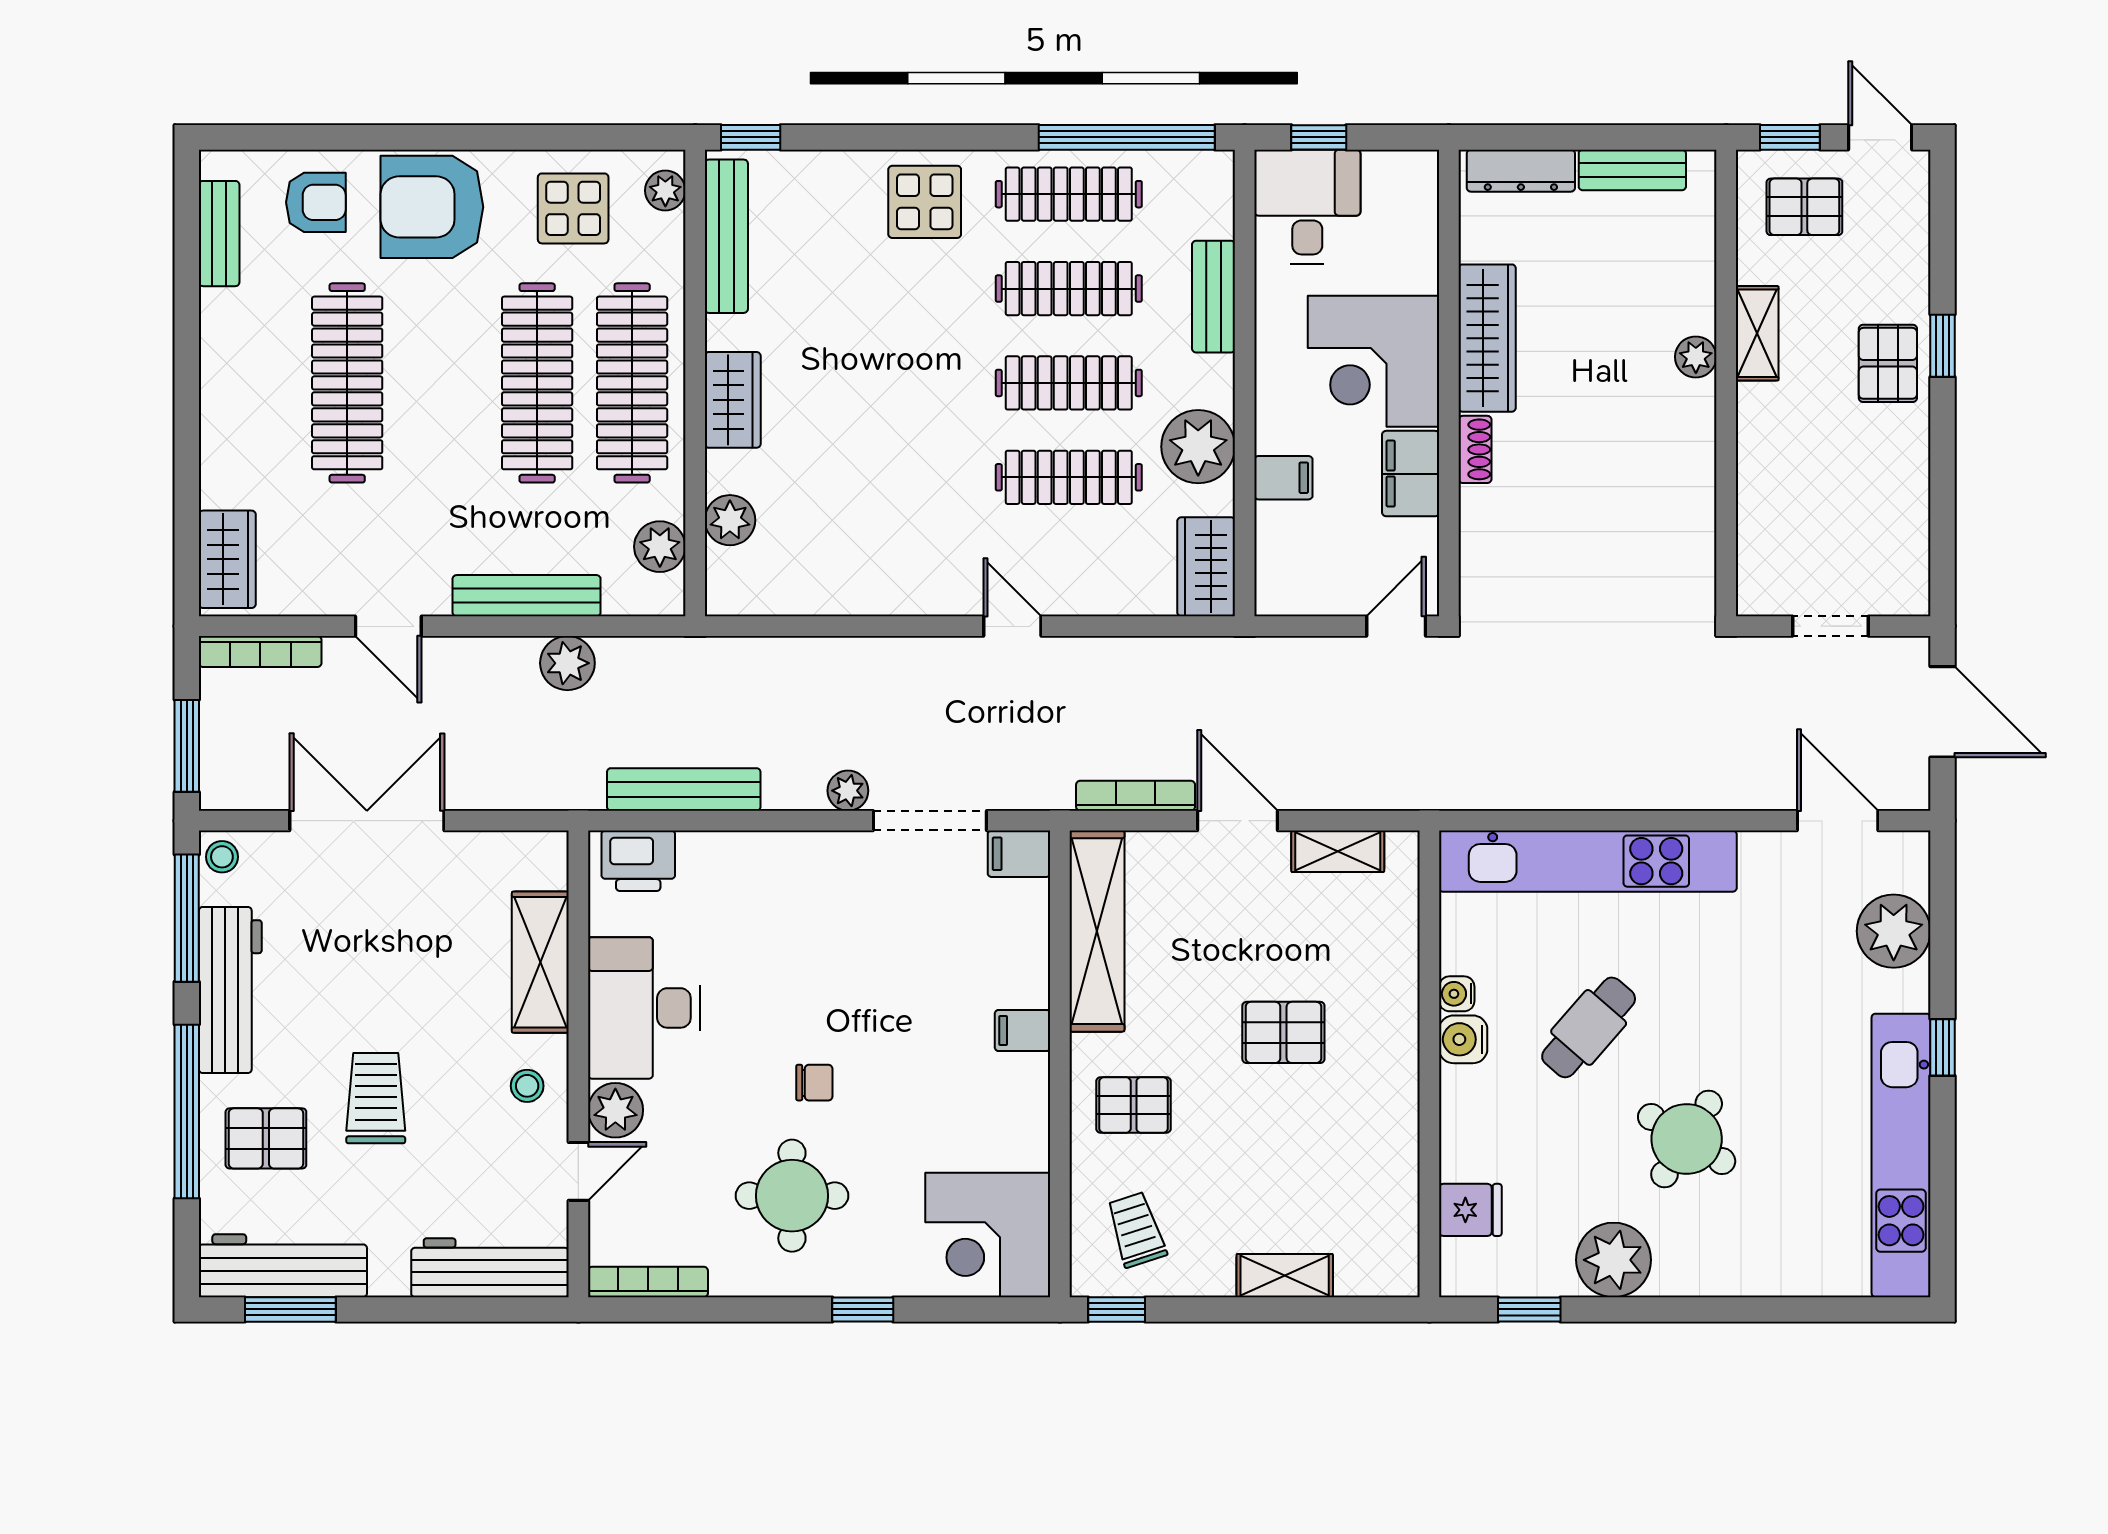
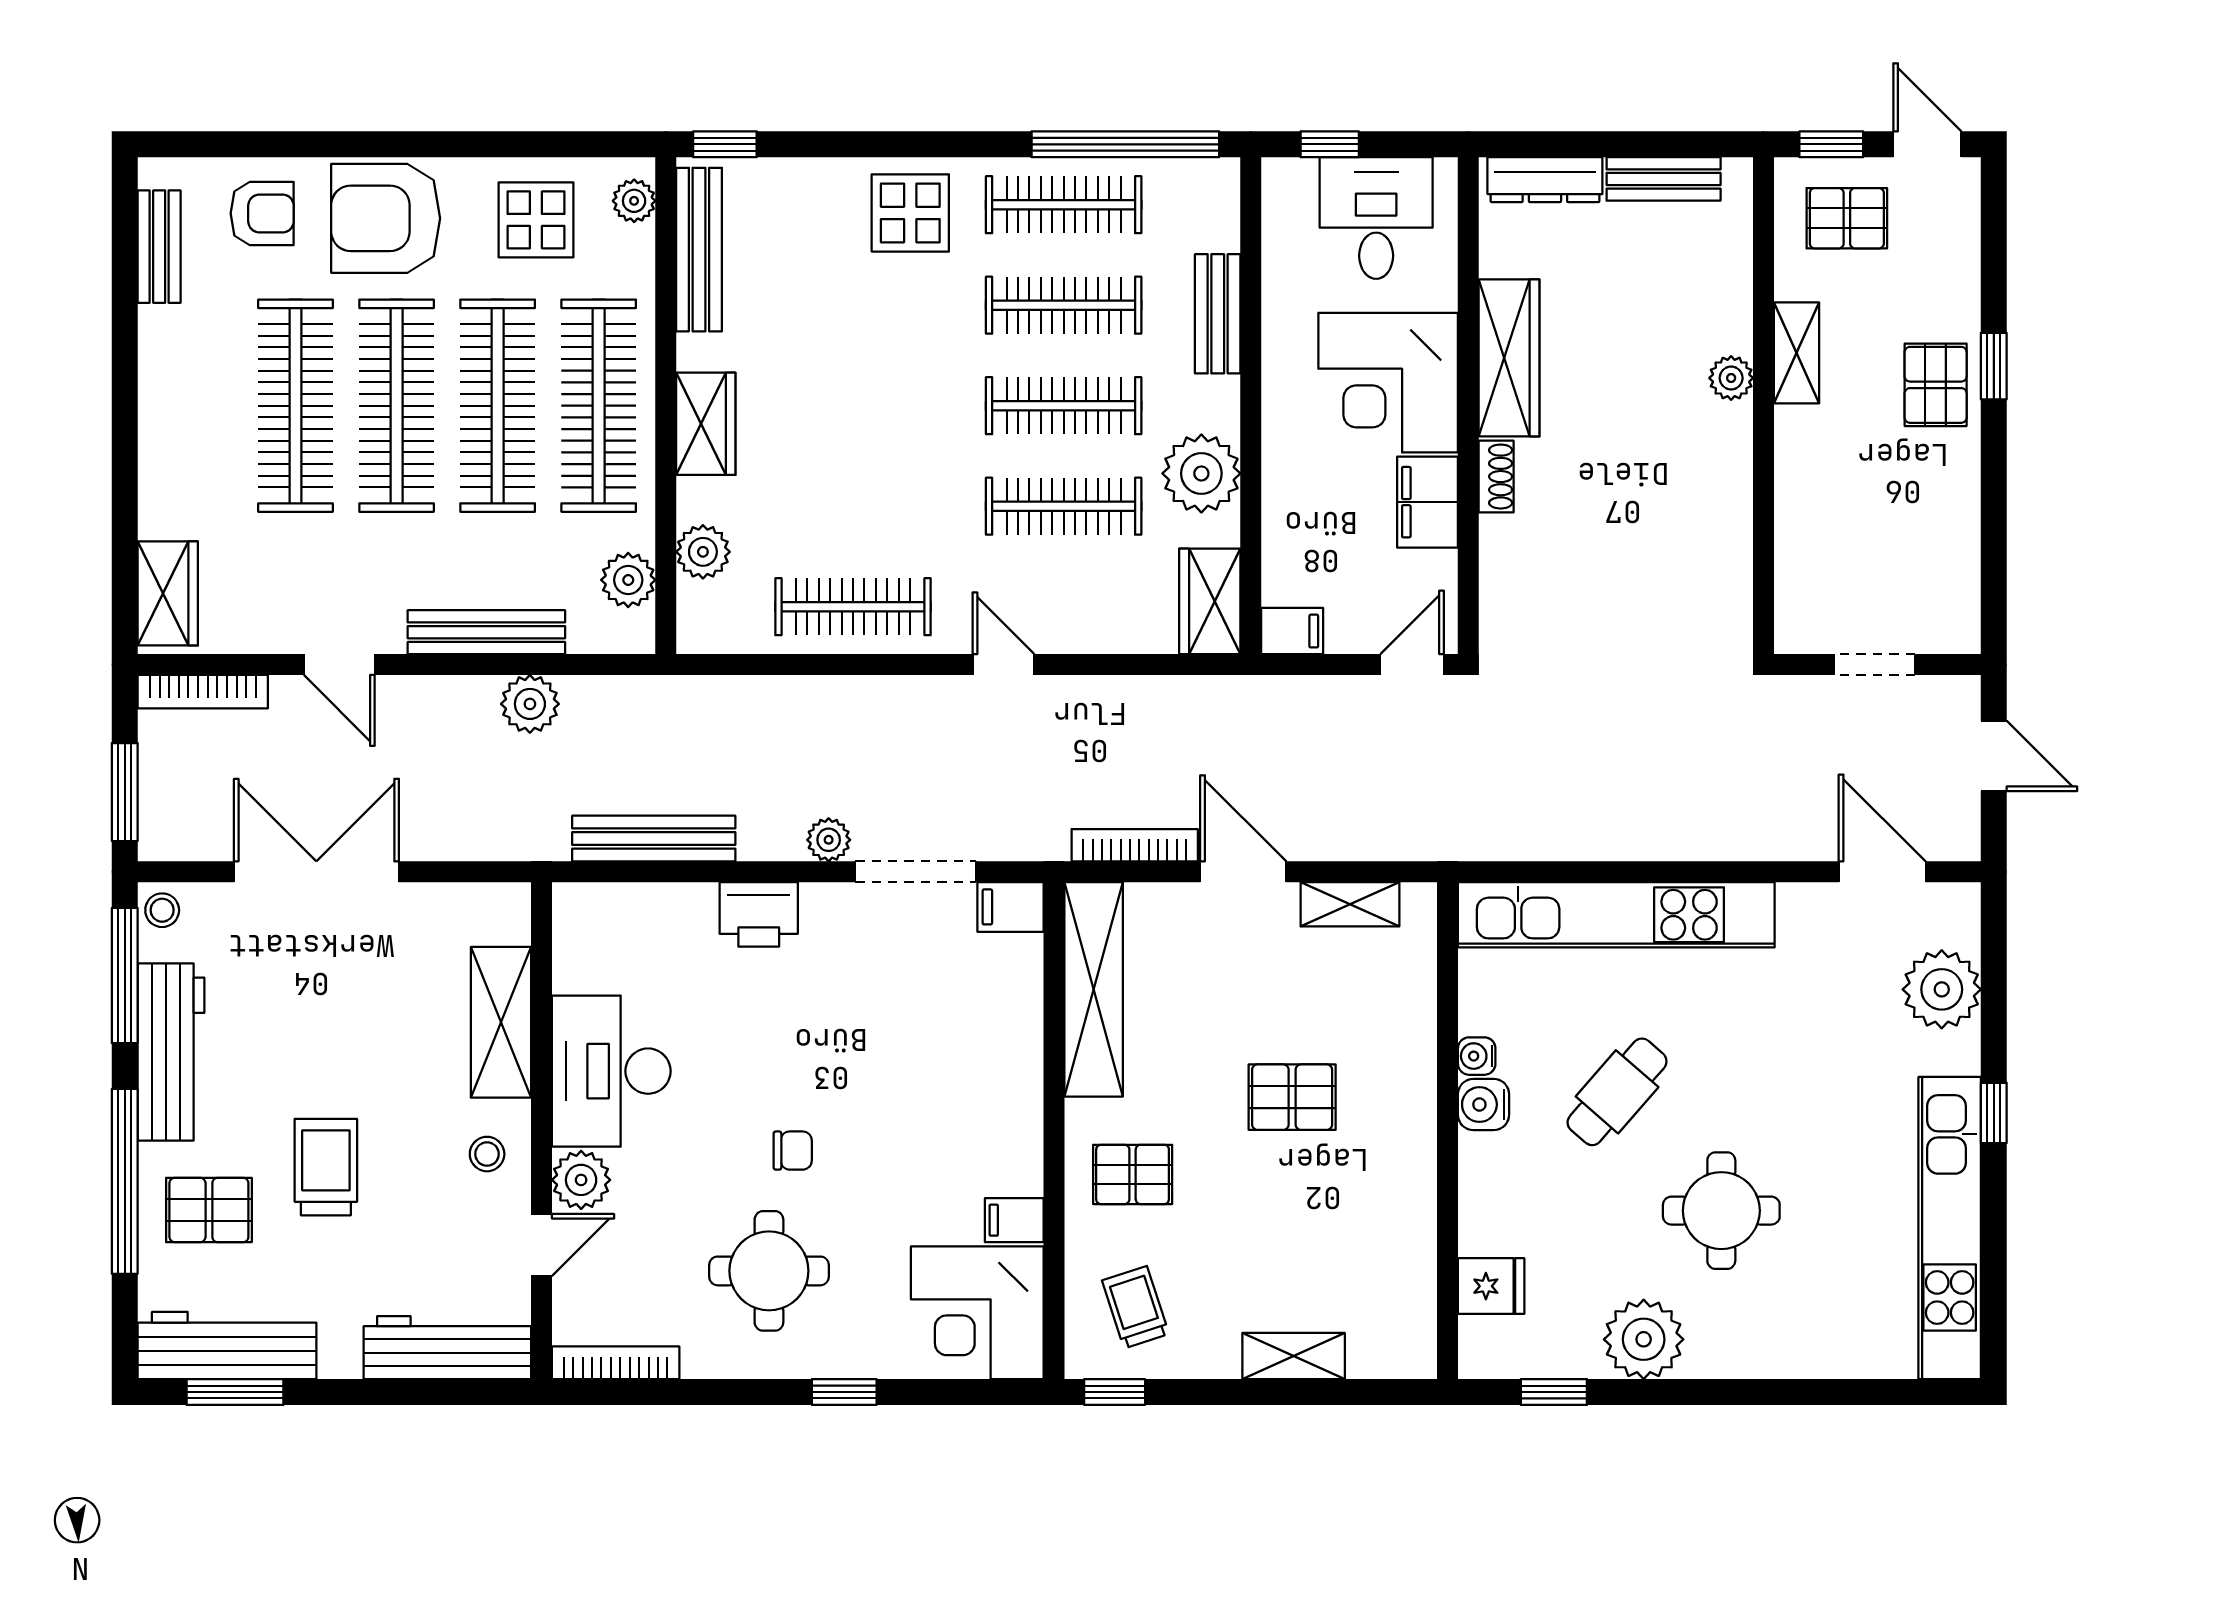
desk: (1307, 207) -> (1376, 218), moved
clothes rail: (442, 383) -> (397, 406), added
filing cabinet: (1283, 478) -> (1292, 631), moved
clothes rail: (871, 572) -> (853, 607), added
door: (1943, 712) -> (1994, 756), width x0.73
printer: (638, 861) -> (759, 914), moved
filing cabinet: (1022, 1031) -> (1014, 1220), moved
round table: (1687, 1139) -> (1721, 1211), turned -32

